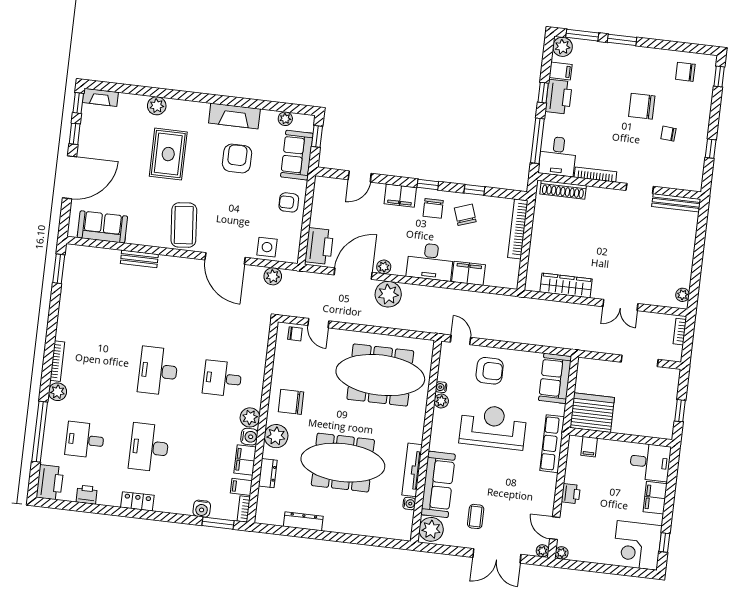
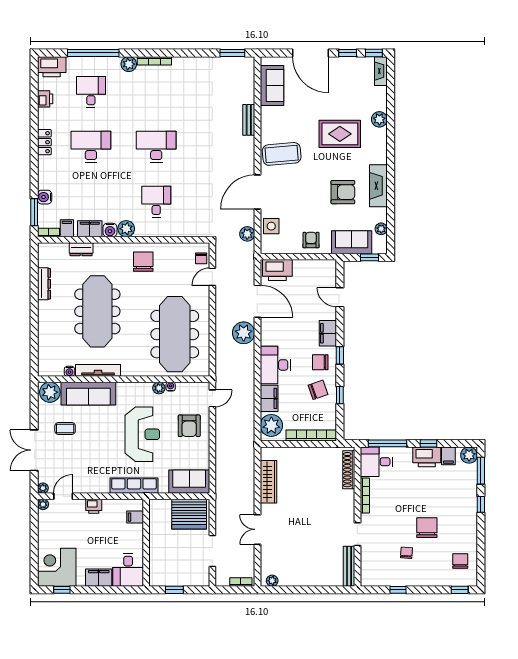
window: (622, 40) -> (481, 504), width x0.67
plant: (384, 267) -> (271, 425), moved, width x1.88, depth x1.88
server rack: (592, 413) -> (189, 514), moved, turned 90
plant: (276, 436) -> (113, 252), removed

